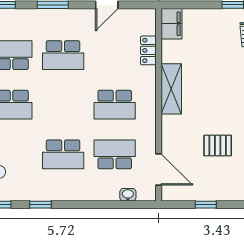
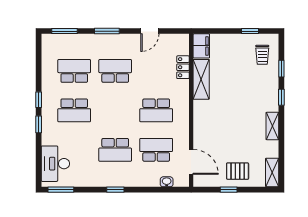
school desk: (63, 55) -> (115, 71), turned 180
shelving: (171, 89) -> (201, 79), moved
pallet: (218, 145) -> (238, 171), moved
window: (41, 205) -> (115, 190), moved

